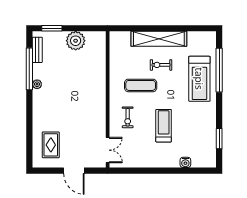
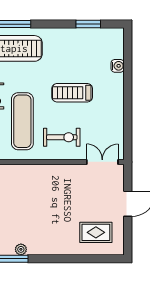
exercise mat: (141, 85) -> (22, 121), width x1.36, depth x1.45
exercise bike: (128, 117) -> (62, 137), width x1.38, depth x1.39

